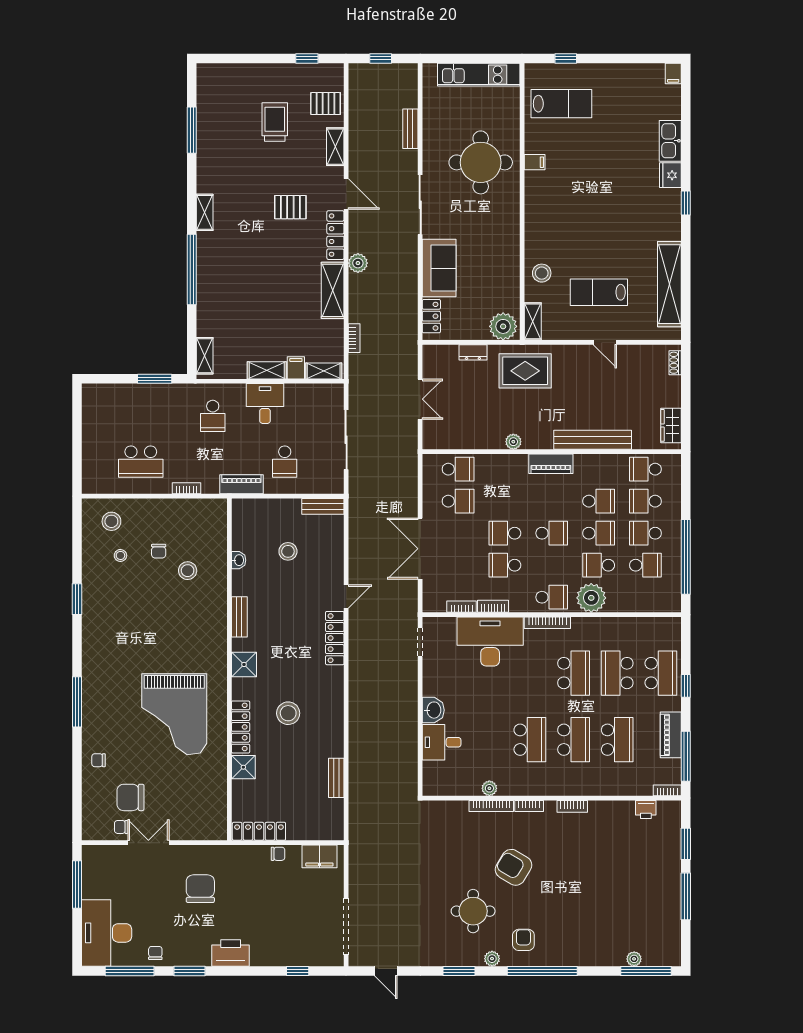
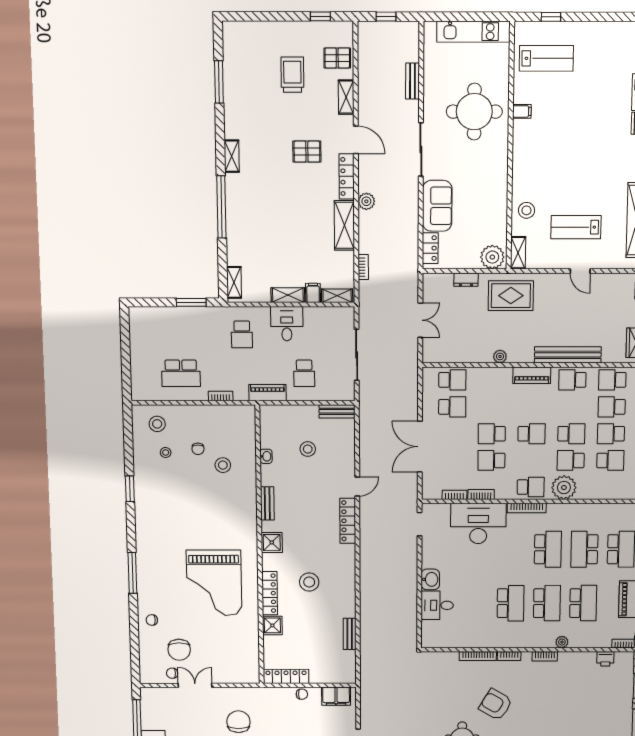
school desk: (599, 501) -> (572, 380), moved, turned 180
plant: (489, 788) -> (562, 642), moved
chair: (130, 797) -> (179, 650), turned -90

